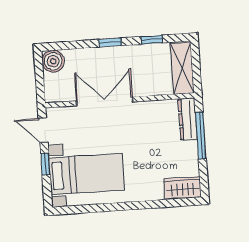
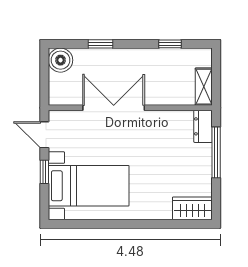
window: (110, 43) -> (101, 44), moved
shelving: (182, 68) -> (204, 87), width x0.67, depth x0.75
dresser: (188, 119) -> (203, 126), width x0.70

